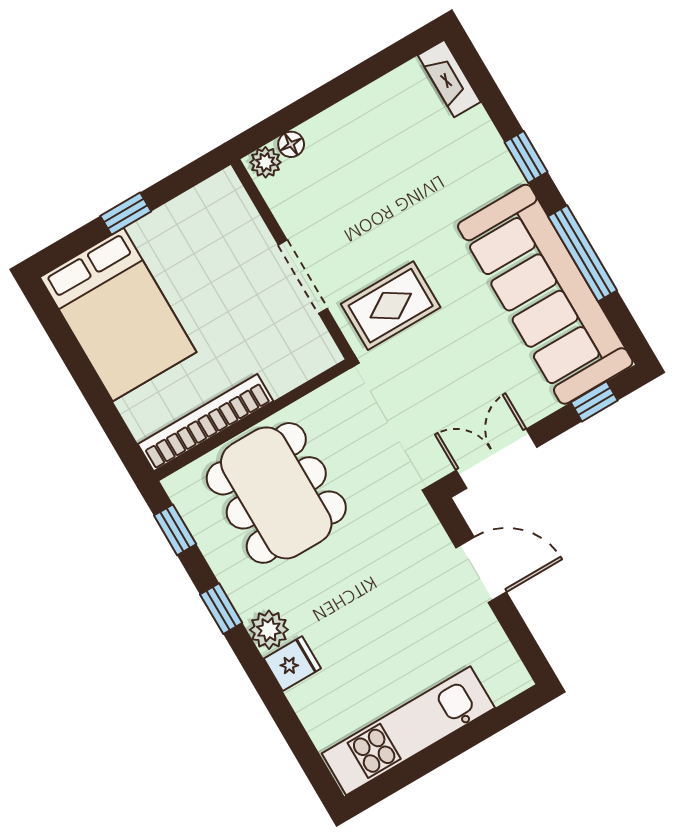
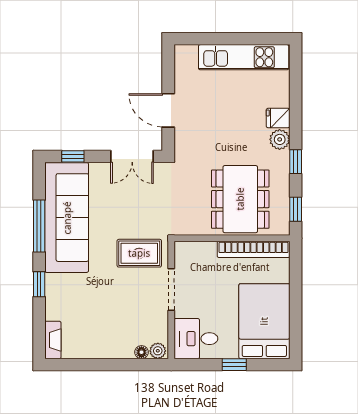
desk: (214, 219) -> (196, 339), added

